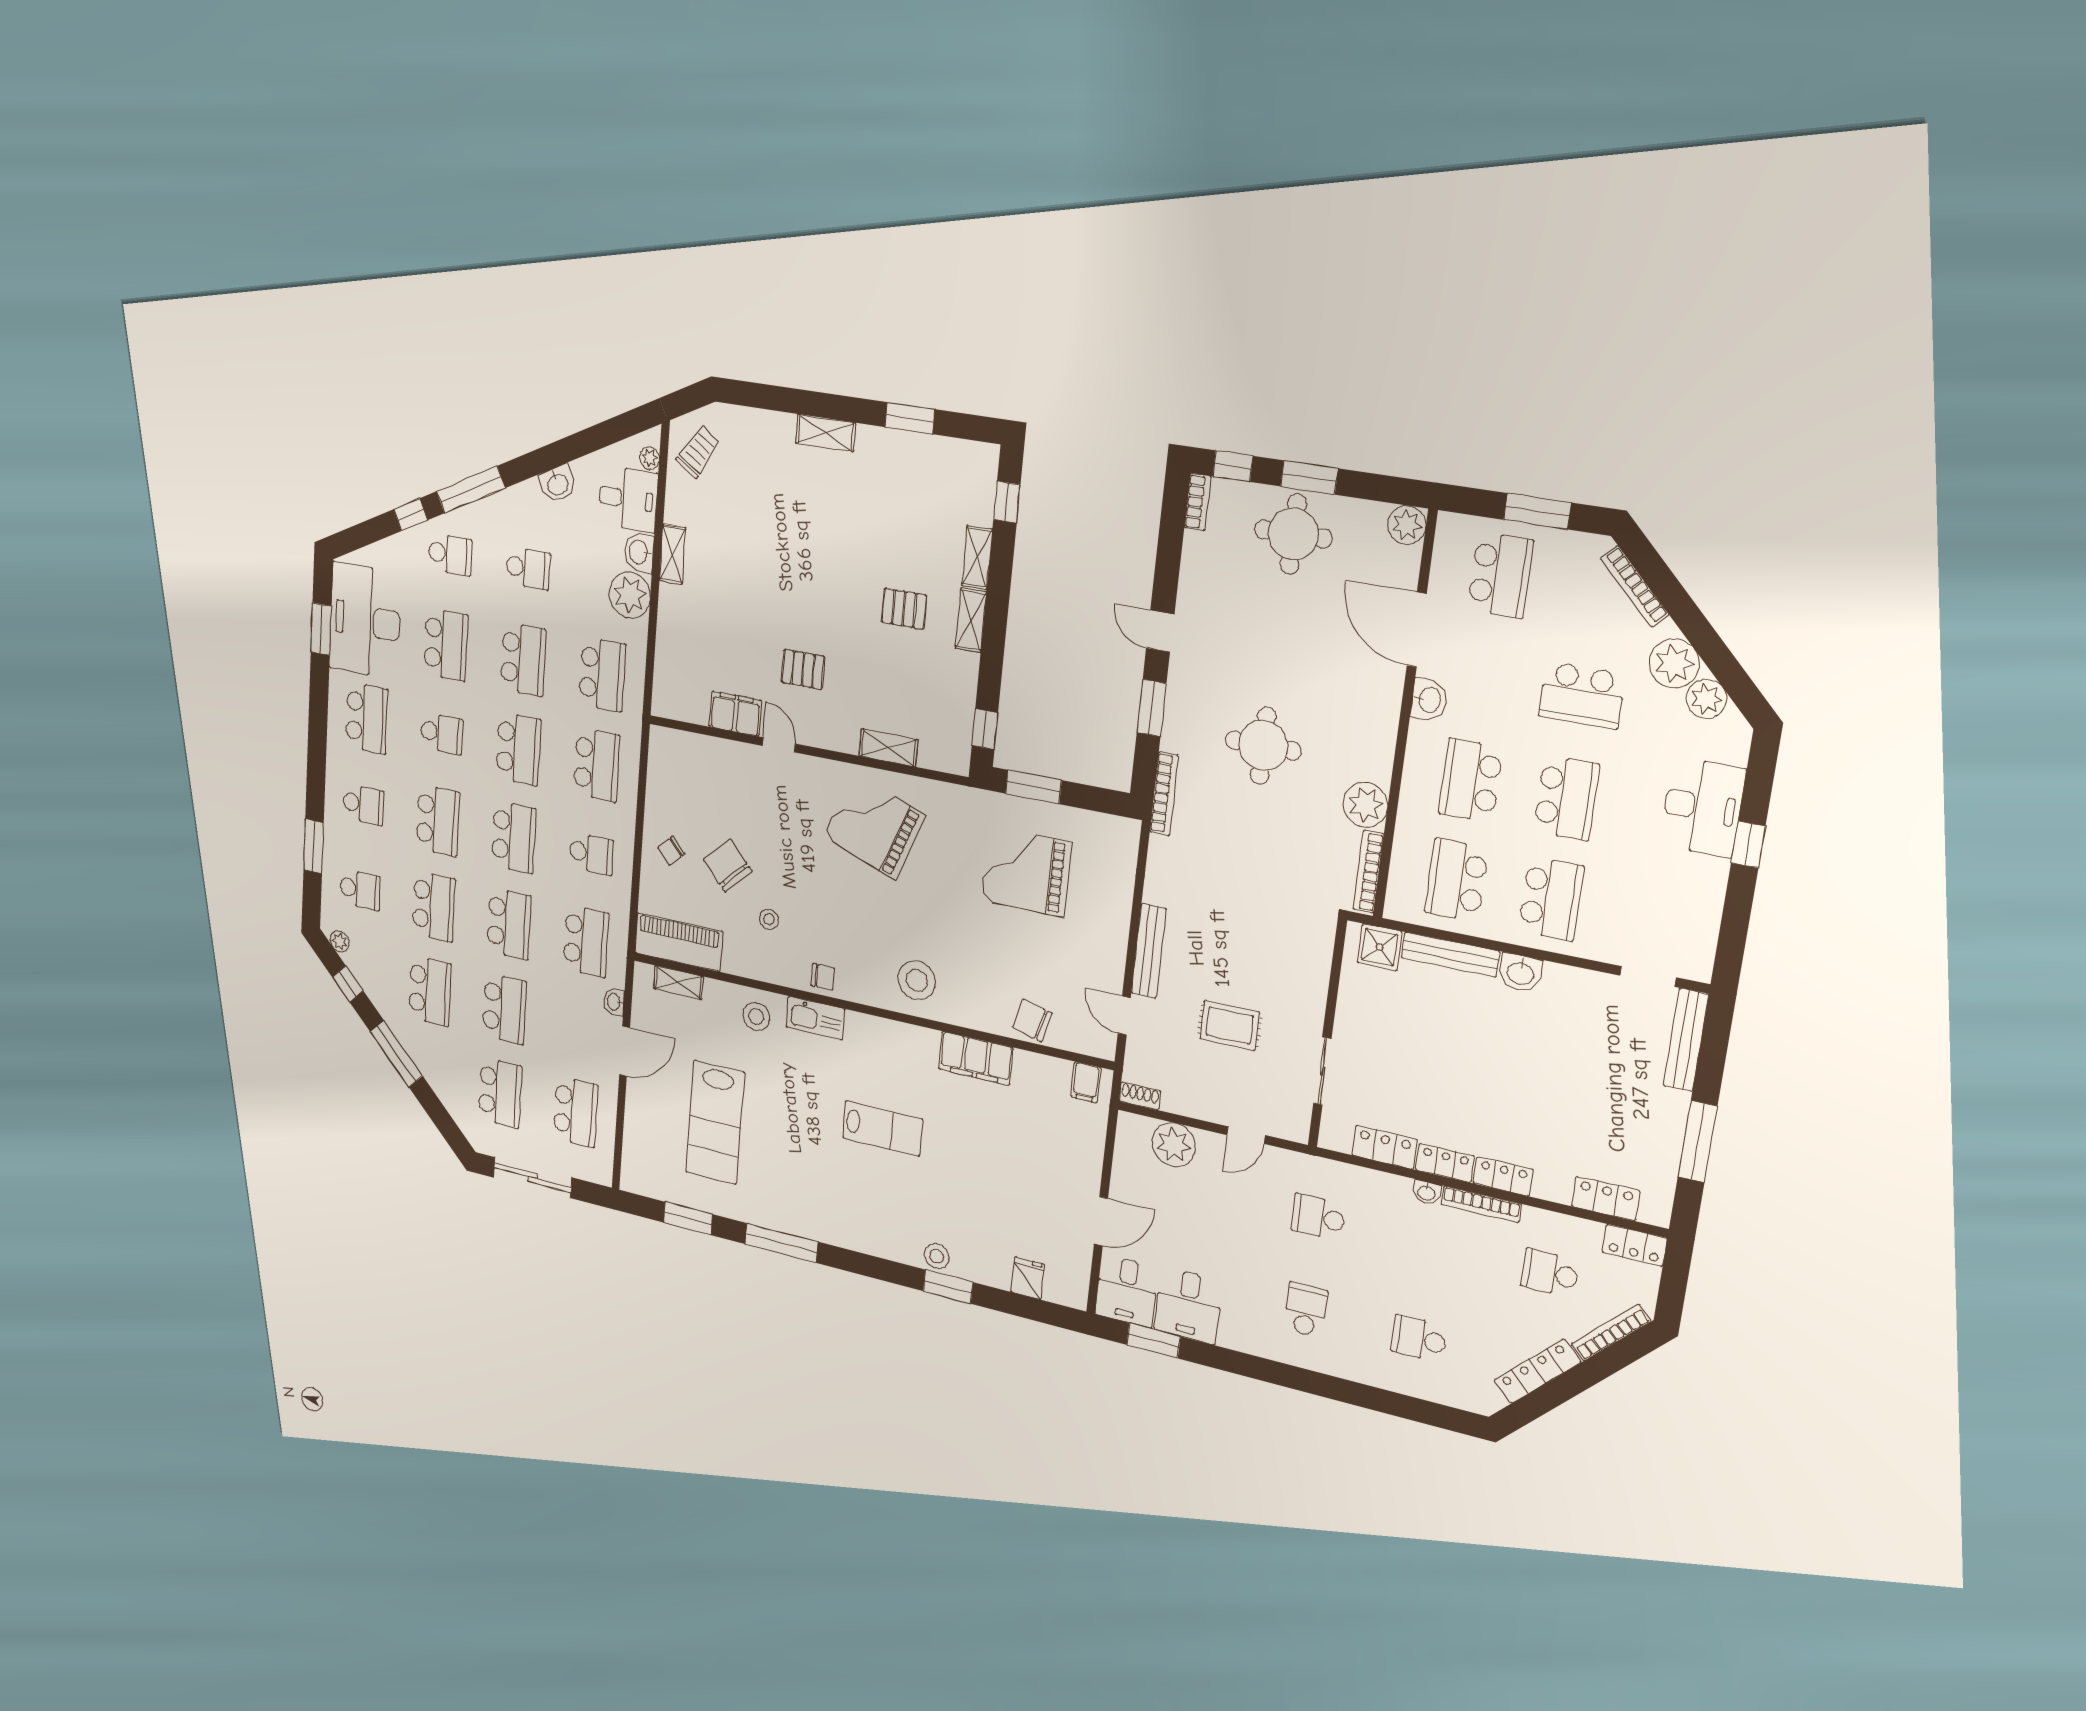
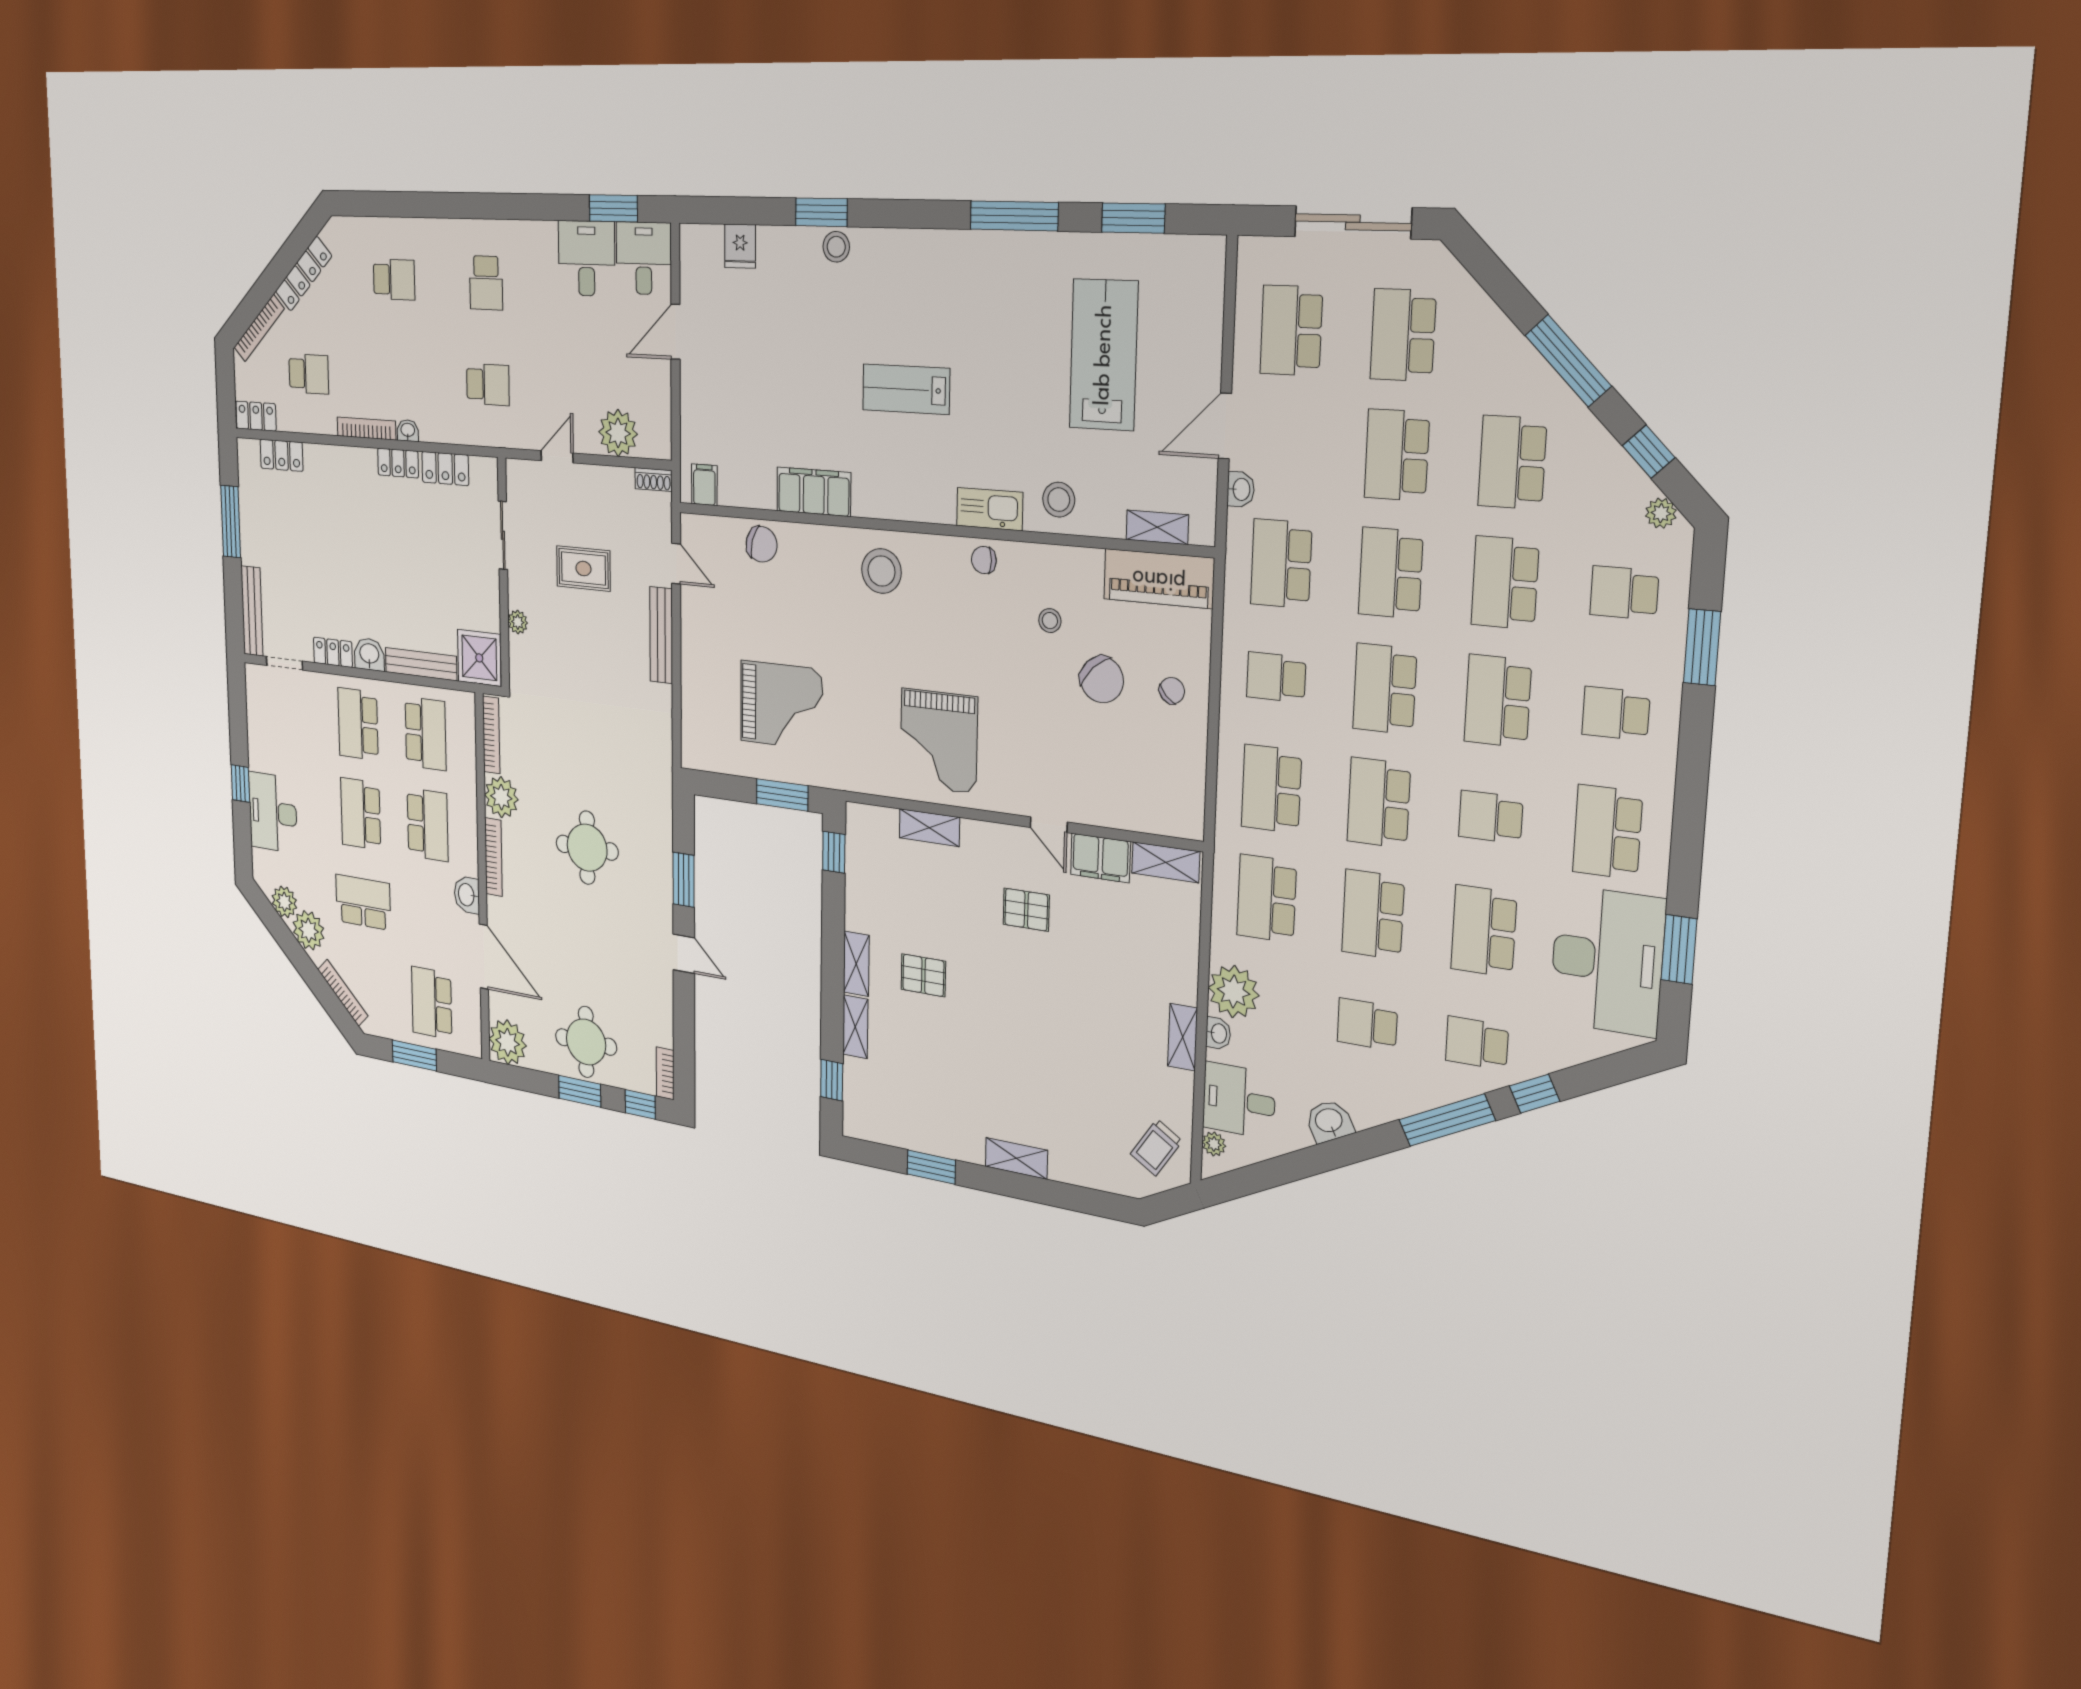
plant: (1407, 525) -> (508, 1042), width x1.36, depth x1.36
washbasin: (639, 552) -> (1218, 1033), width x0.72, depth x0.69
shelving: (681, 708) -> (1166, 862), added
bookcase: (1164, 794) -> (494, 857), moved, turned 180
grand piano: (874, 826) -> (939, 741), turned 70
shower: (1380, 947) -> (479, 658), width x1.36, depth x1.36
plant: (1317, 983) -> (518, 622), added
locker: (1503, 1176) -> (333, 652), moved, turned 180

